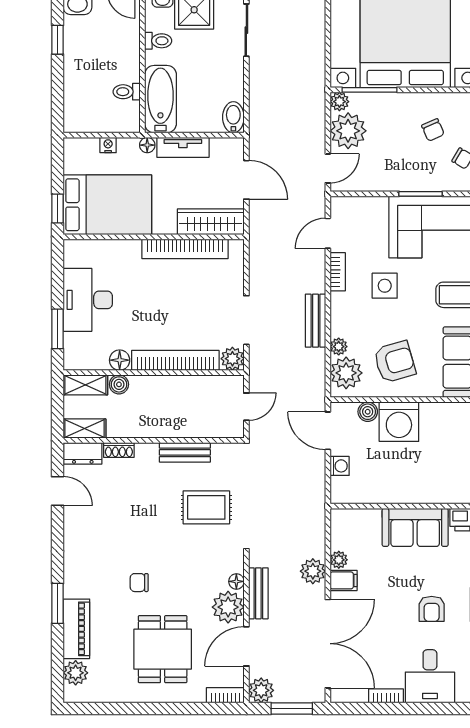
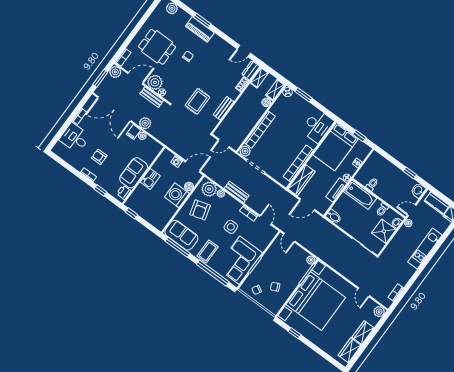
plant: (348, 131) -> (298, 255), removed
window: (57, 209) -> (359, 136), moved
desk: (88, 300) -> (317, 126), moved, turned 90
floor lamp: (120, 360) -> (288, 92), moved
door: (246, 407) -> (224, 143), hinge flipped
kitchen sink: (405, 490) -> (150, 179), added
piano: (76, 629) -> (200, 29), moved
door: (246, 646) -> (135, 78), hinge flipped

